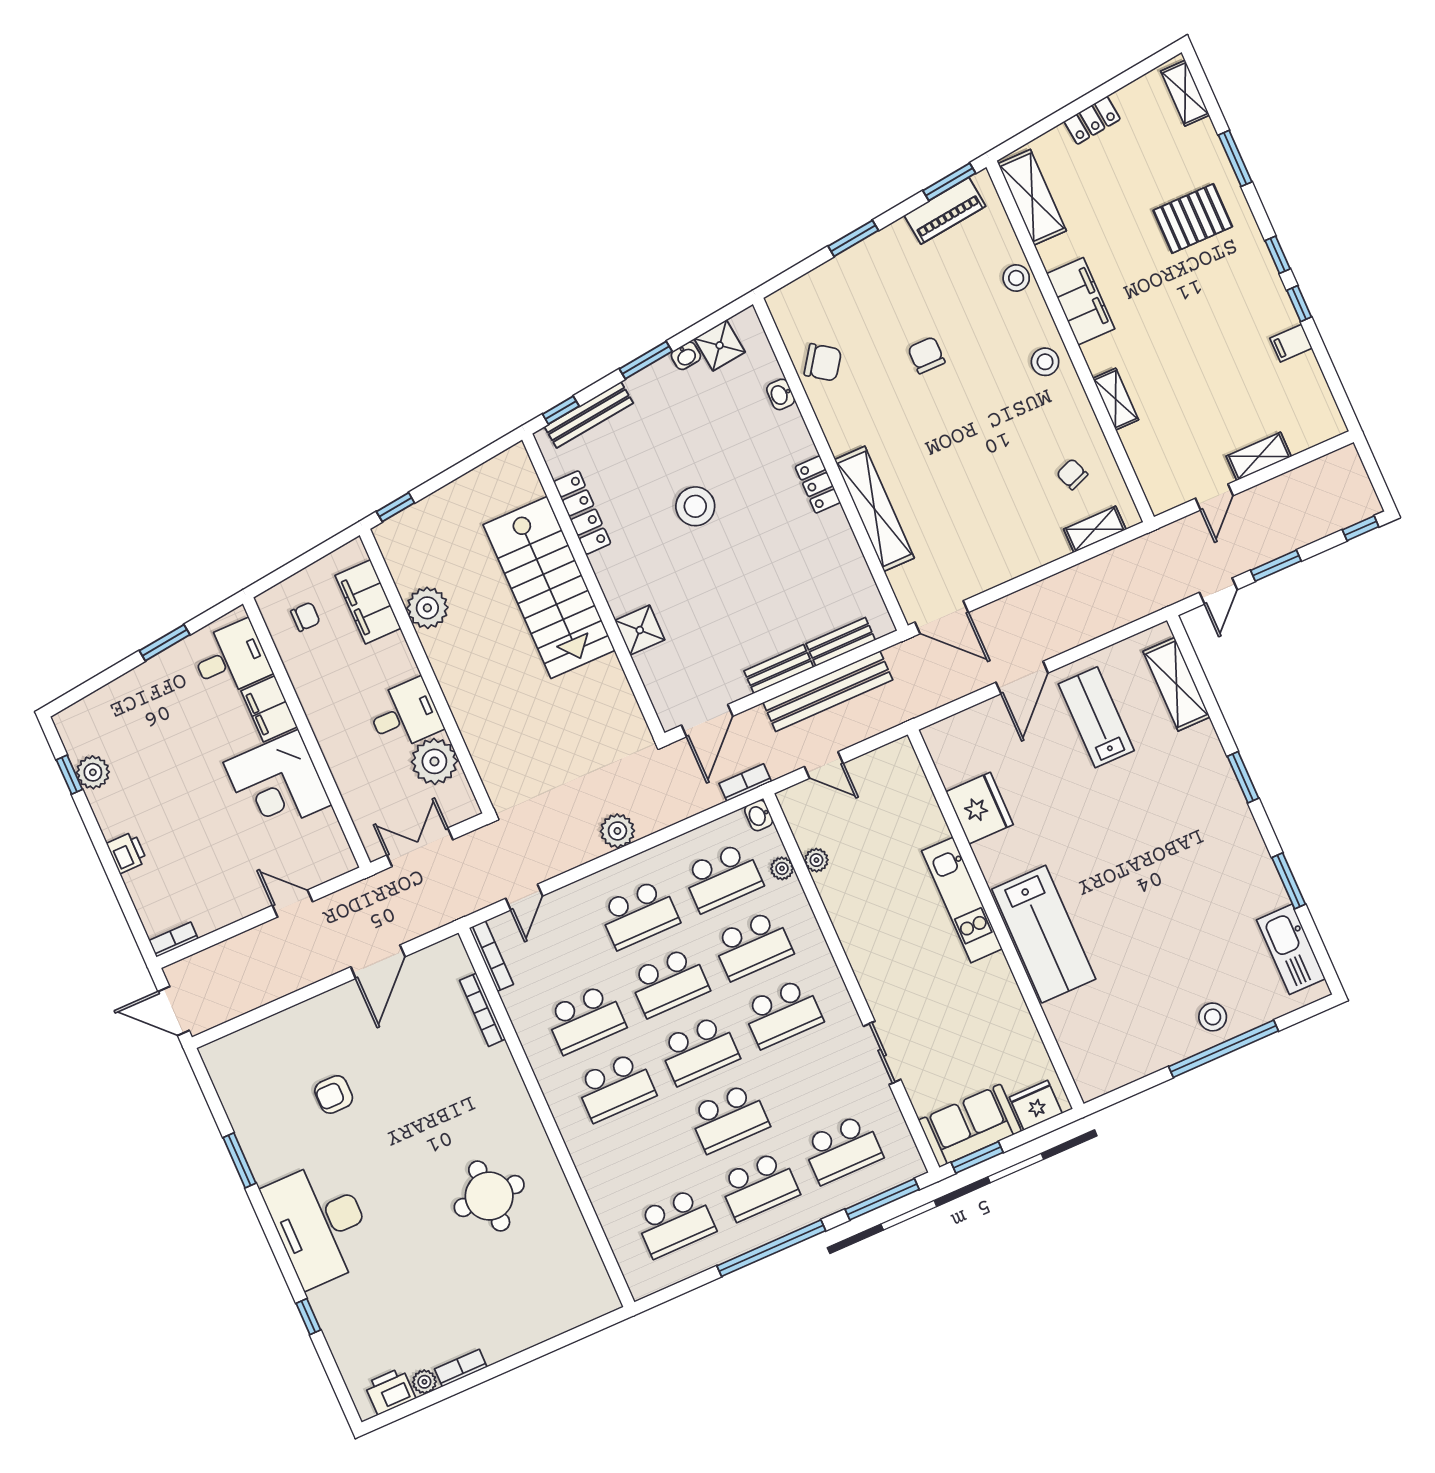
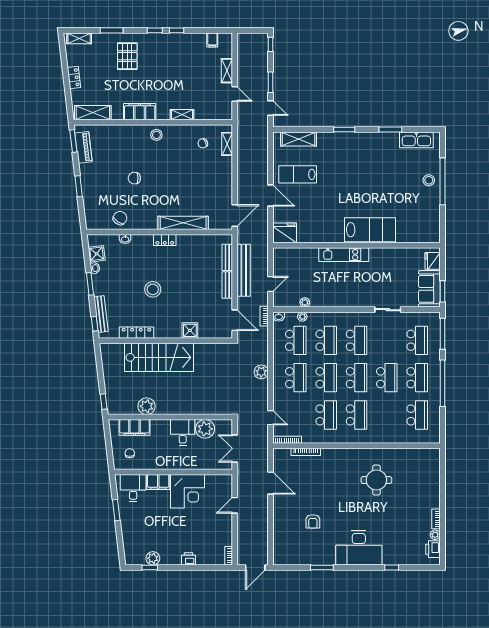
stool: (1016, 278) -> (120, 132), removed
filing cabinet: (1291, 343) -> (212, 40), moved
fridge: (980, 808) -> (285, 233), moved

